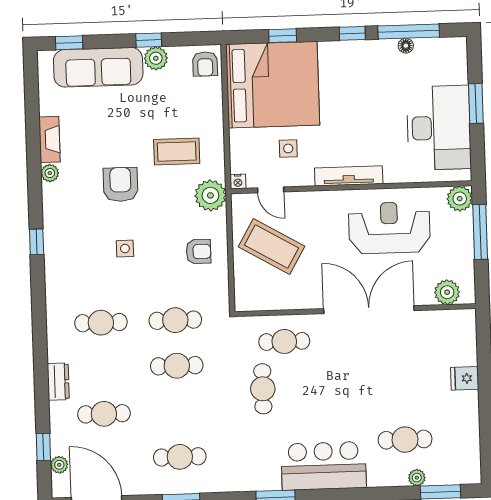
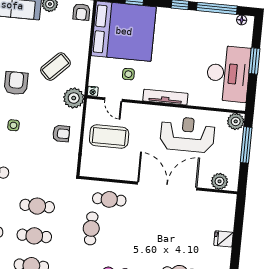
floor lamp: (406, 46) -> (242, 20), moved
coffee table: (177, 152) -> (55, 67), turned -45
coffee table: (271, 246) -> (109, 137), turned -30
cafe table: (175, 320) -> (34, 236), moved

